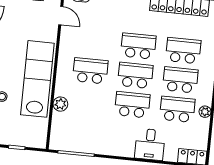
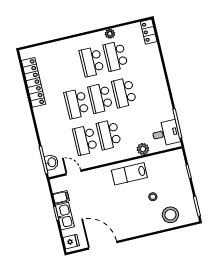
door: (61, 16) -> (74, 173), hinge flipped
school desk: (183, 51) -> (85, 140), moved
lab bench: (37, 79) -> (129, 174), width x0.54, depth x0.72
desk: (150, 144) -> (166, 133), moved

